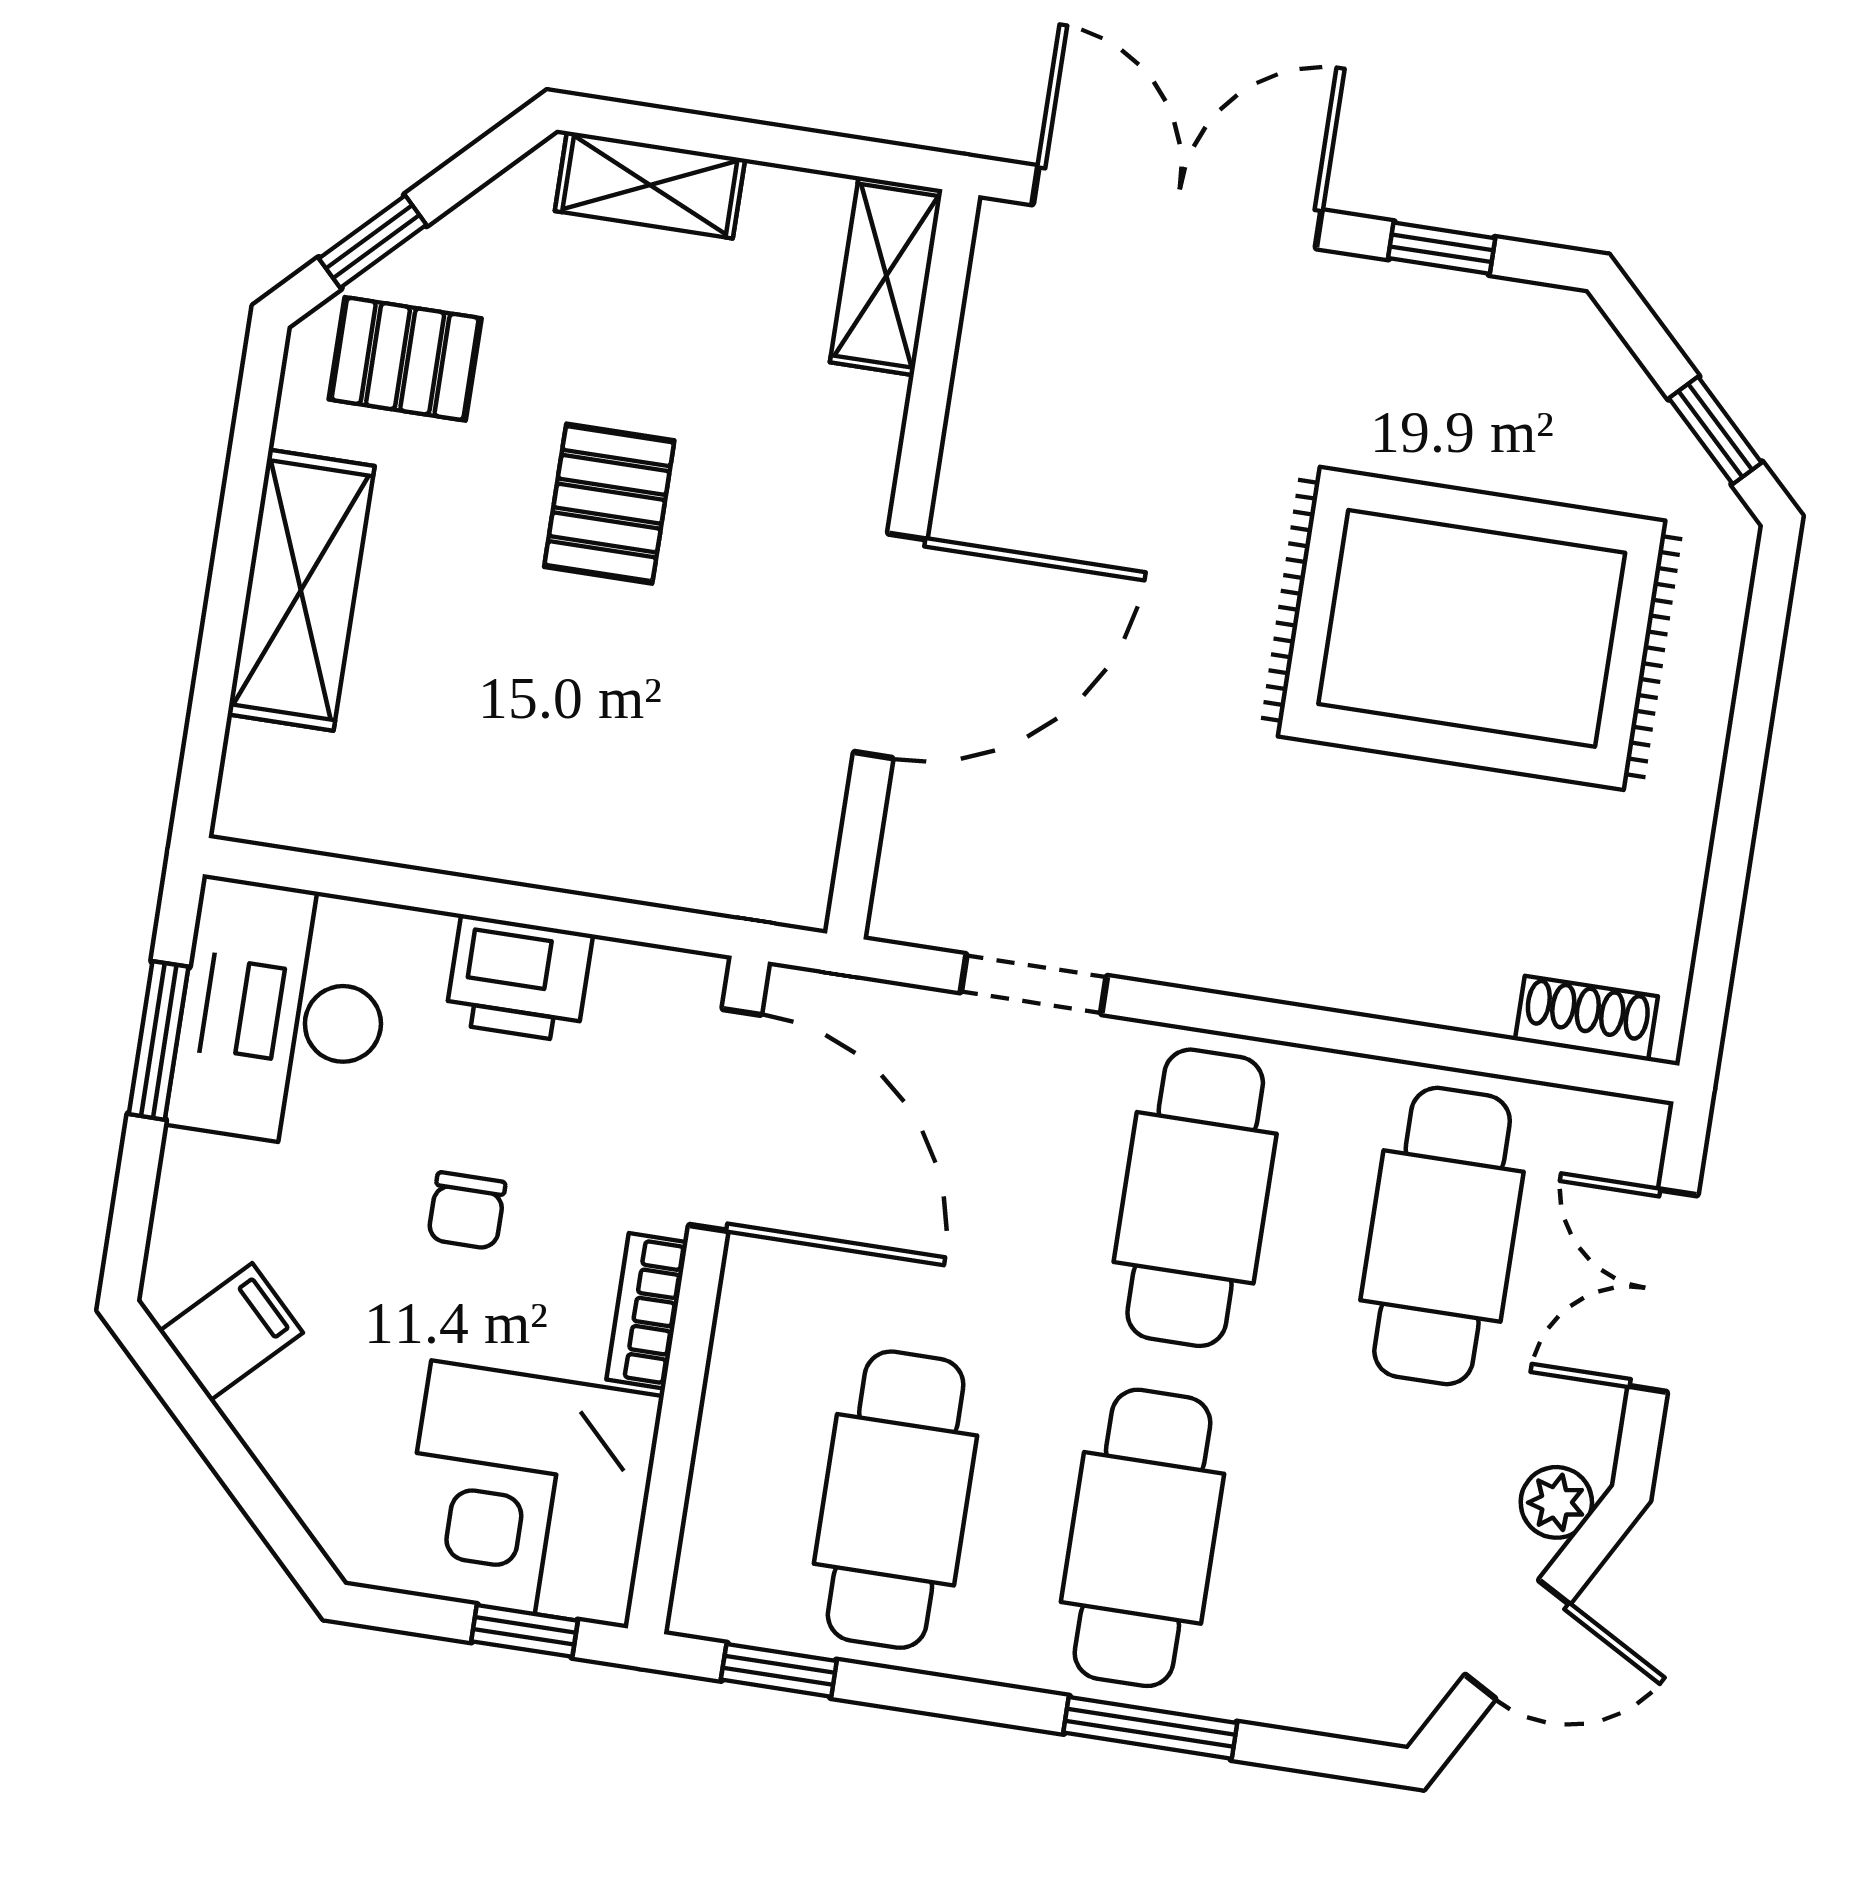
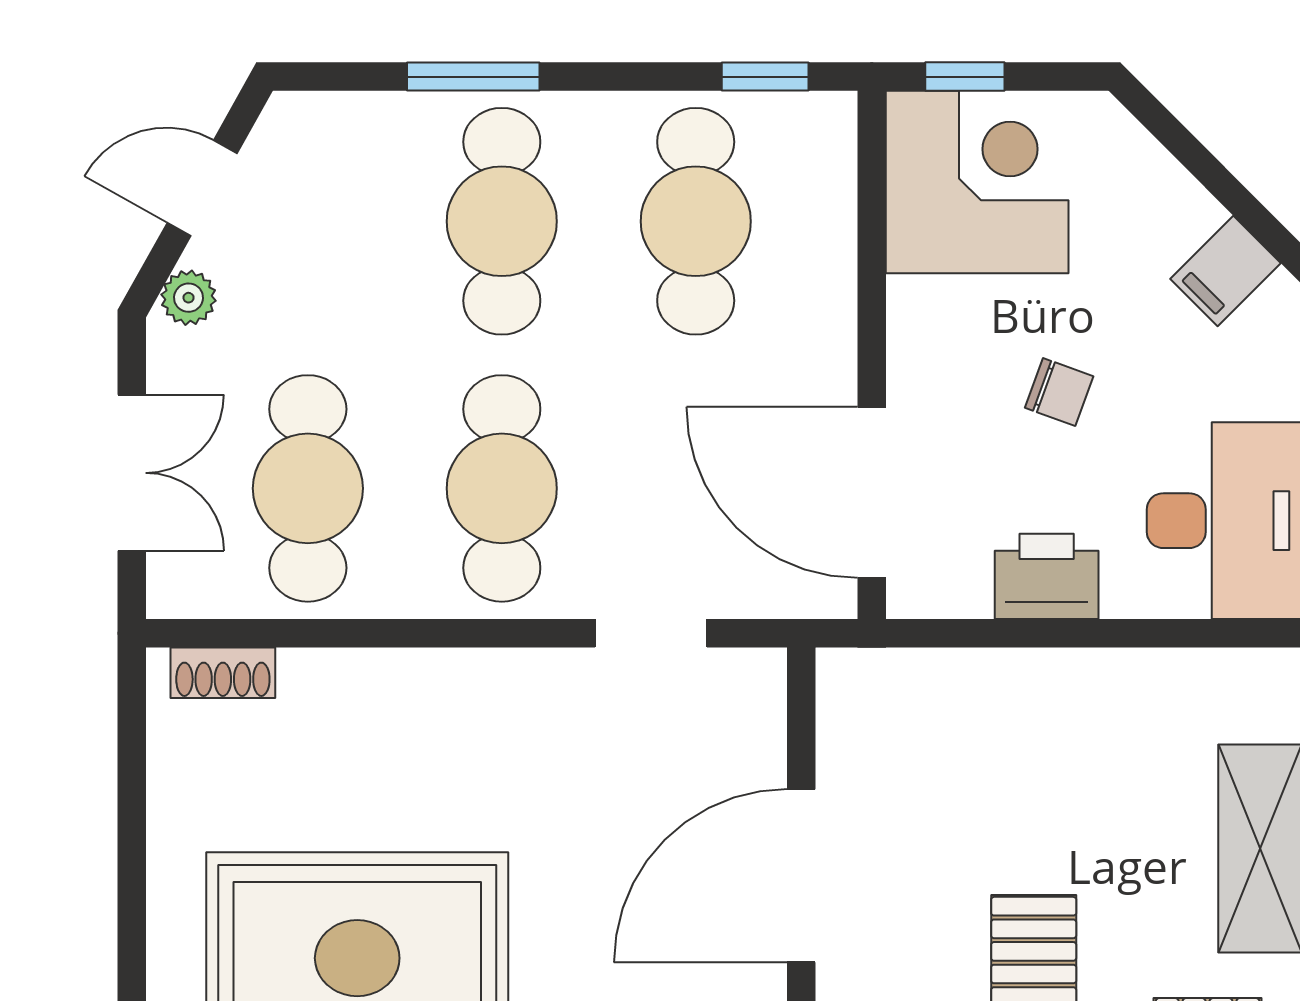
chair: (467, 1211) -> (1059, 392), turned 110
bookcase: (647, 1311) -> (909, 337), removed

